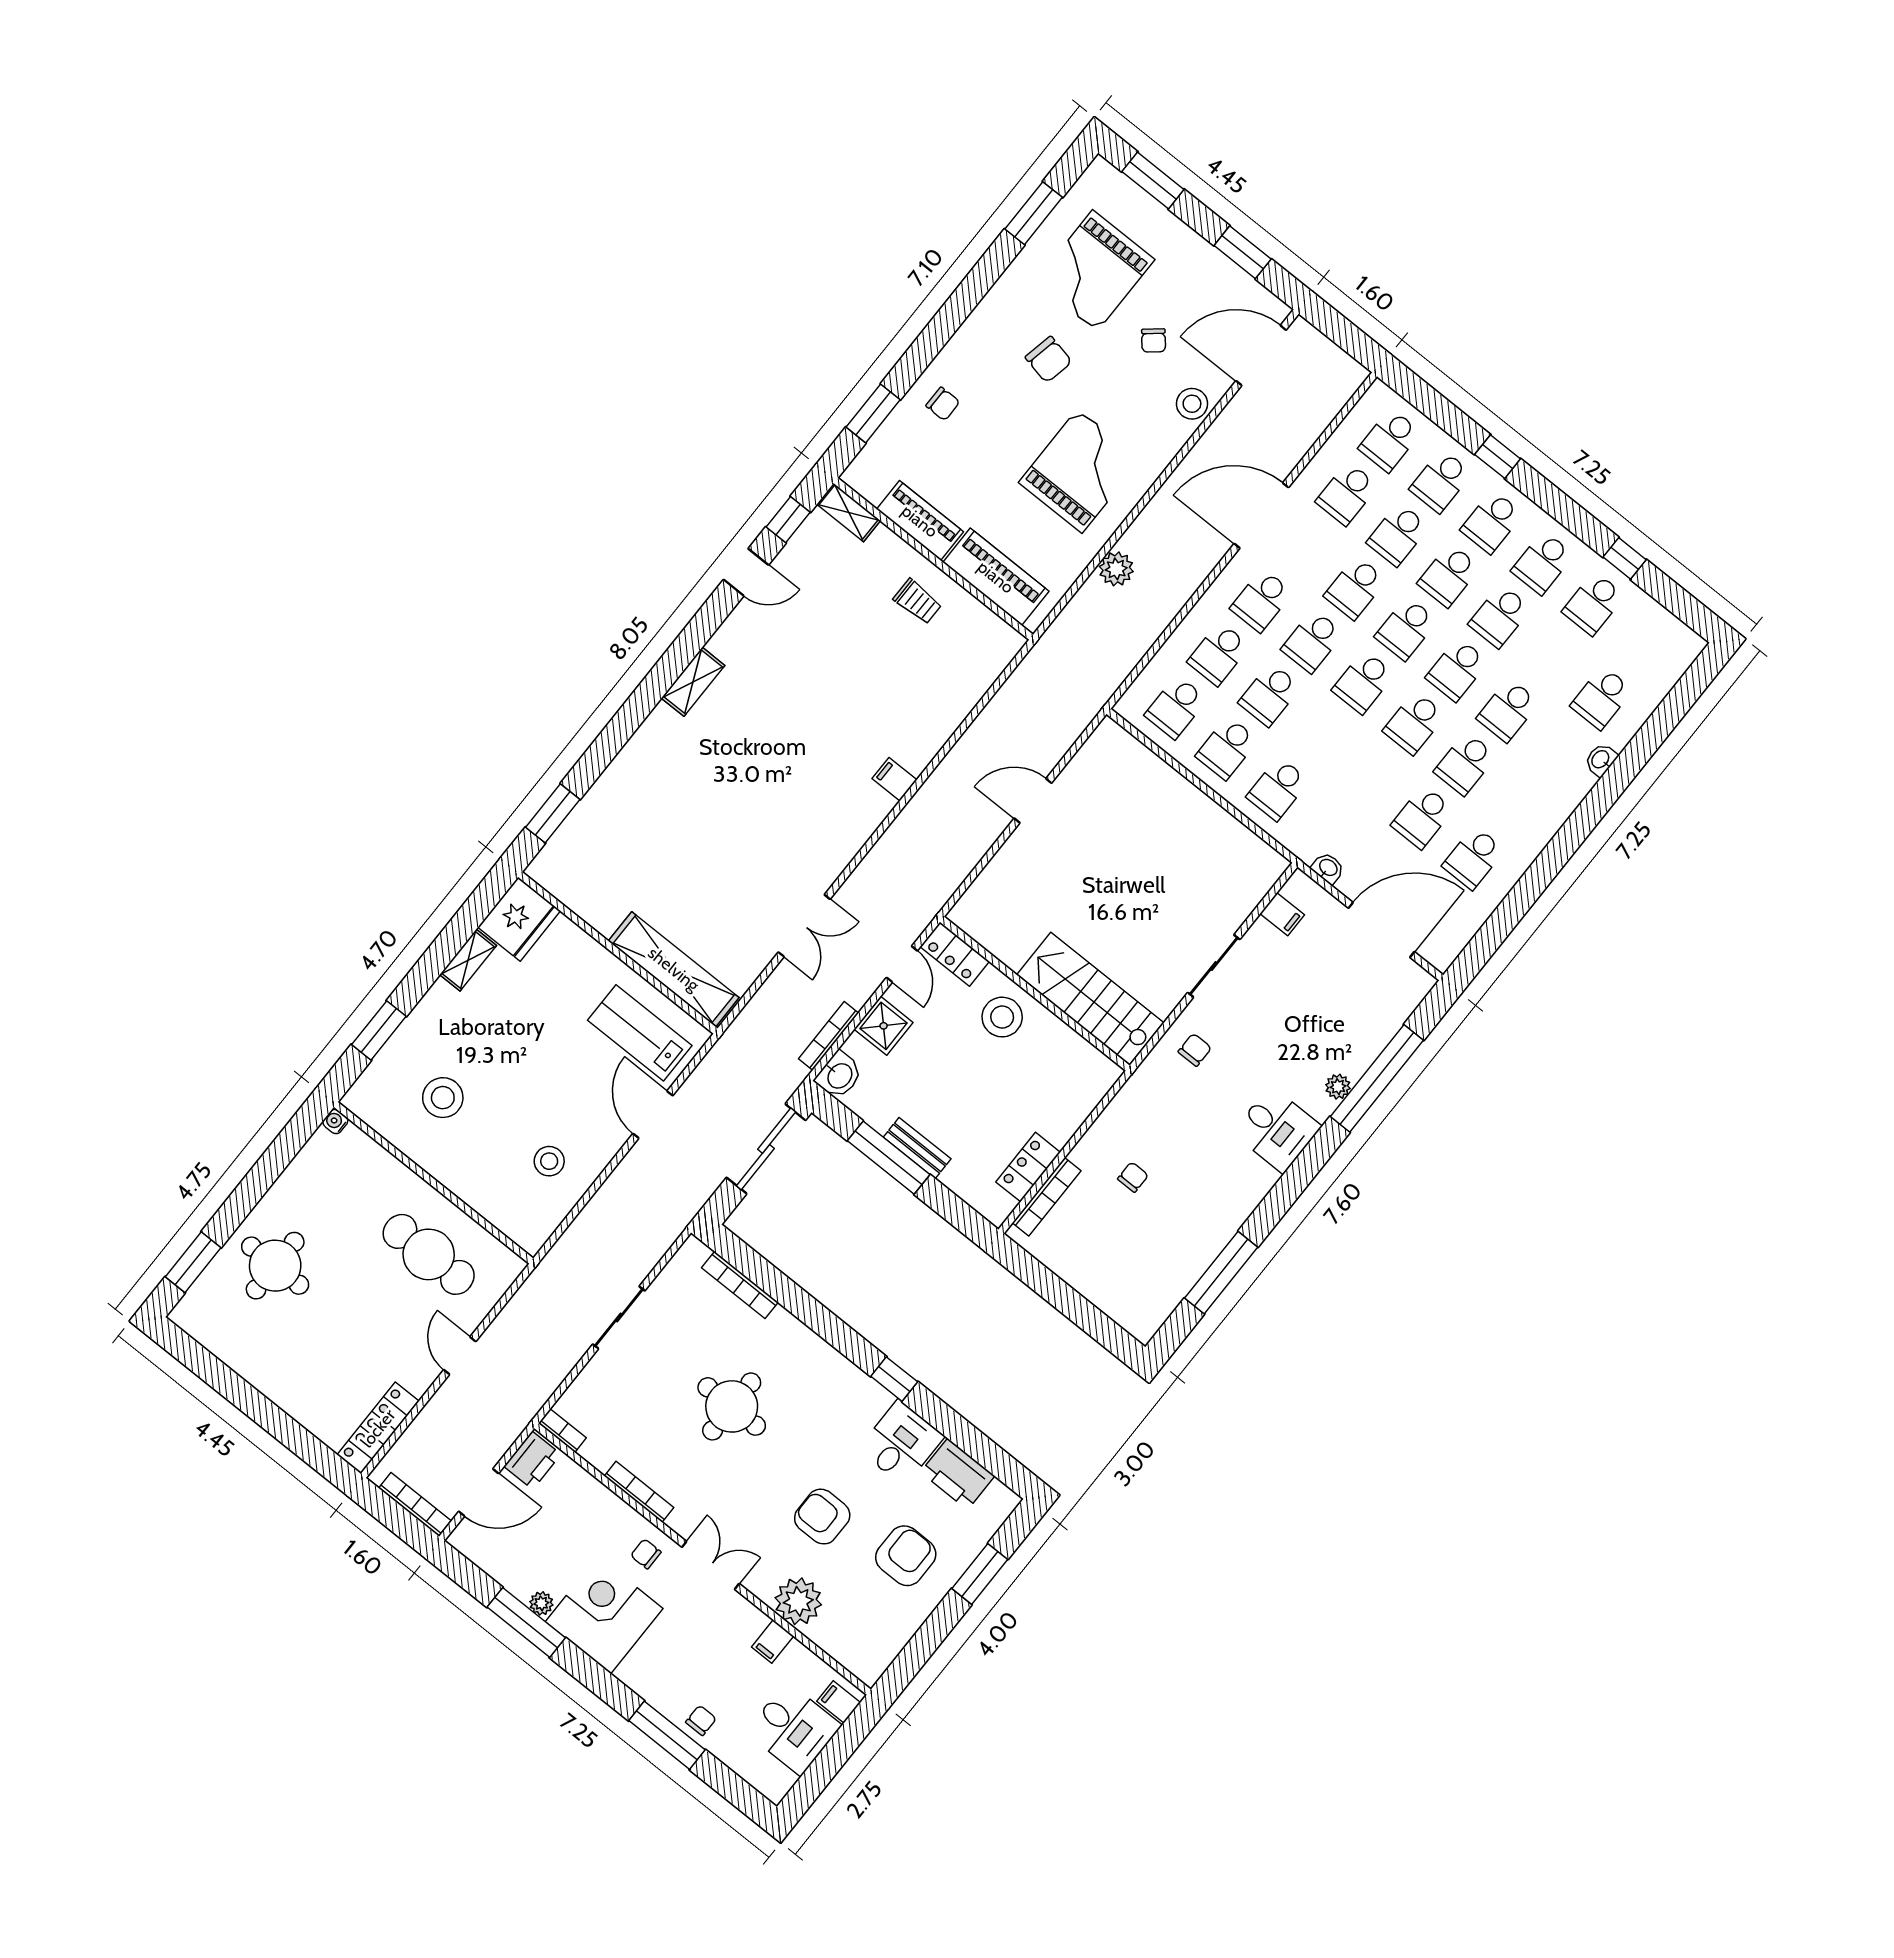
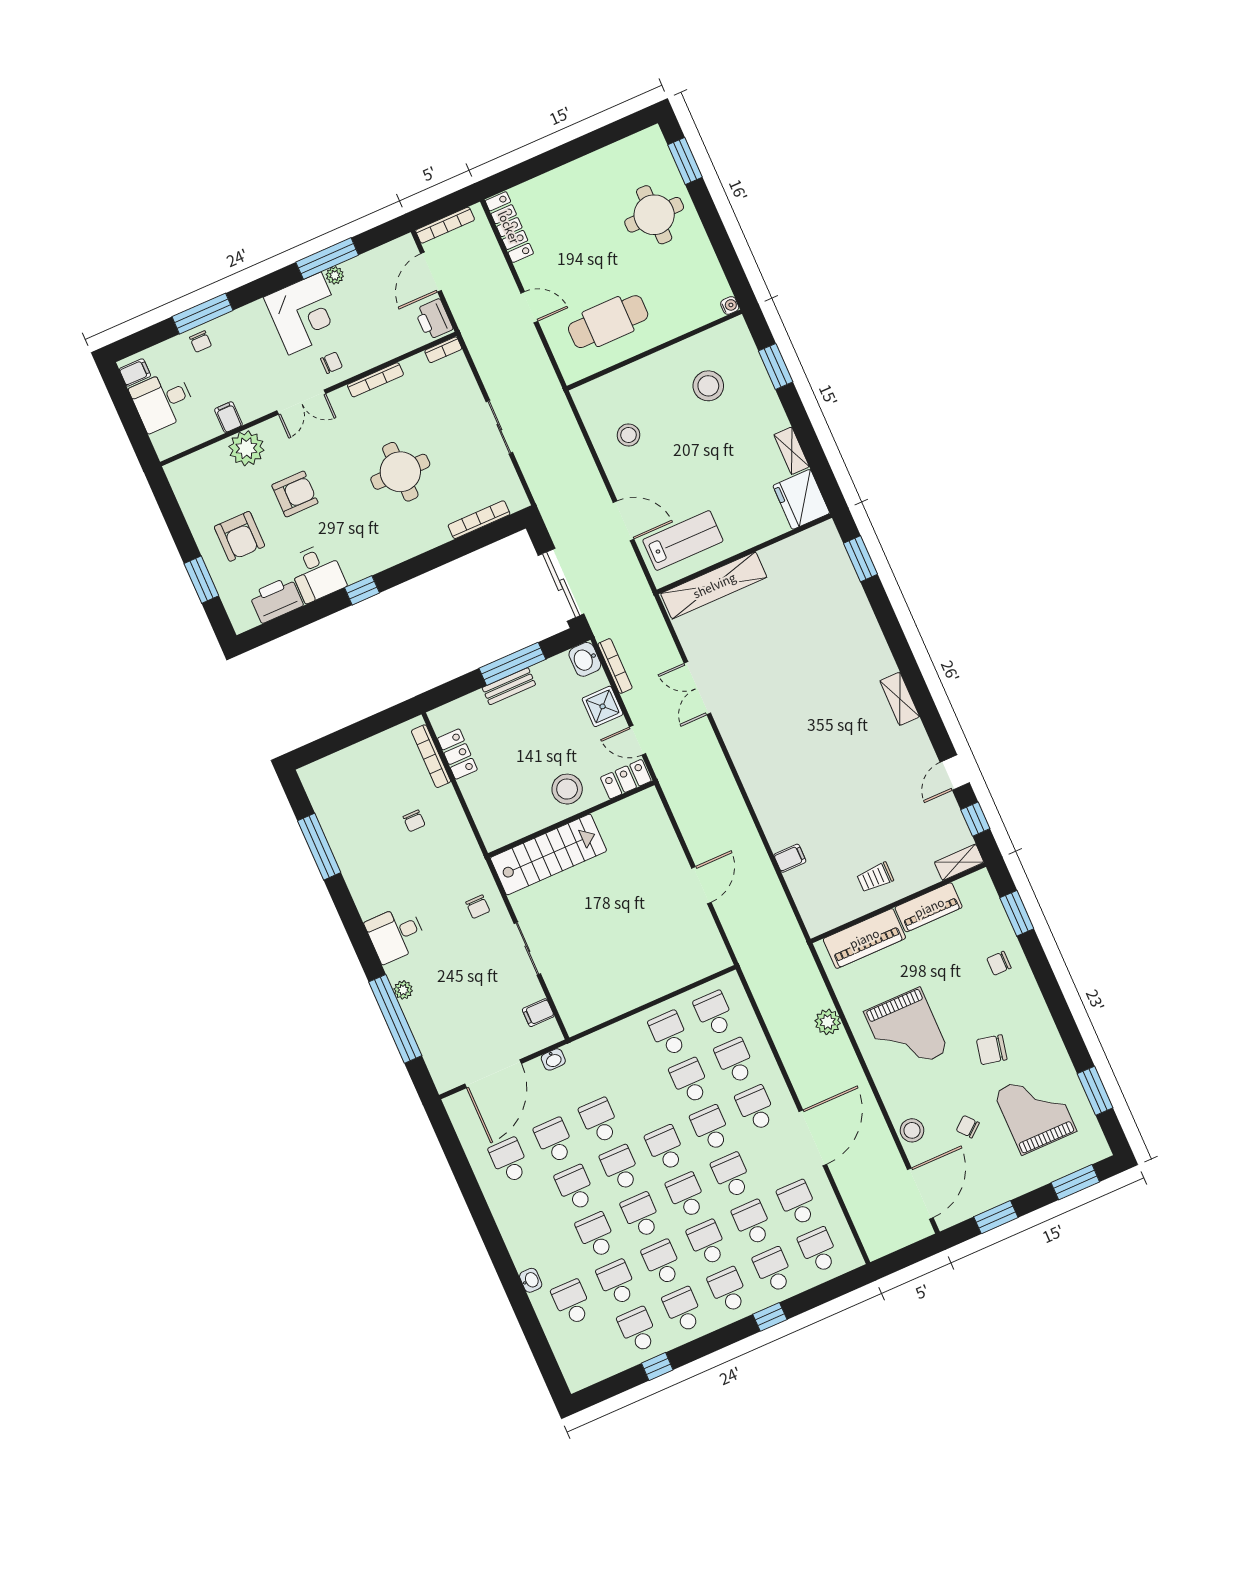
school desk: (1551, 657) -> (617, 1283), added
filing cabinet: (894, 779) -> (790, 858), moved
school desk: (1278, 789) -> (600, 1121), moved
filing cabinet: (839, 1702) -> (135, 372), moved

